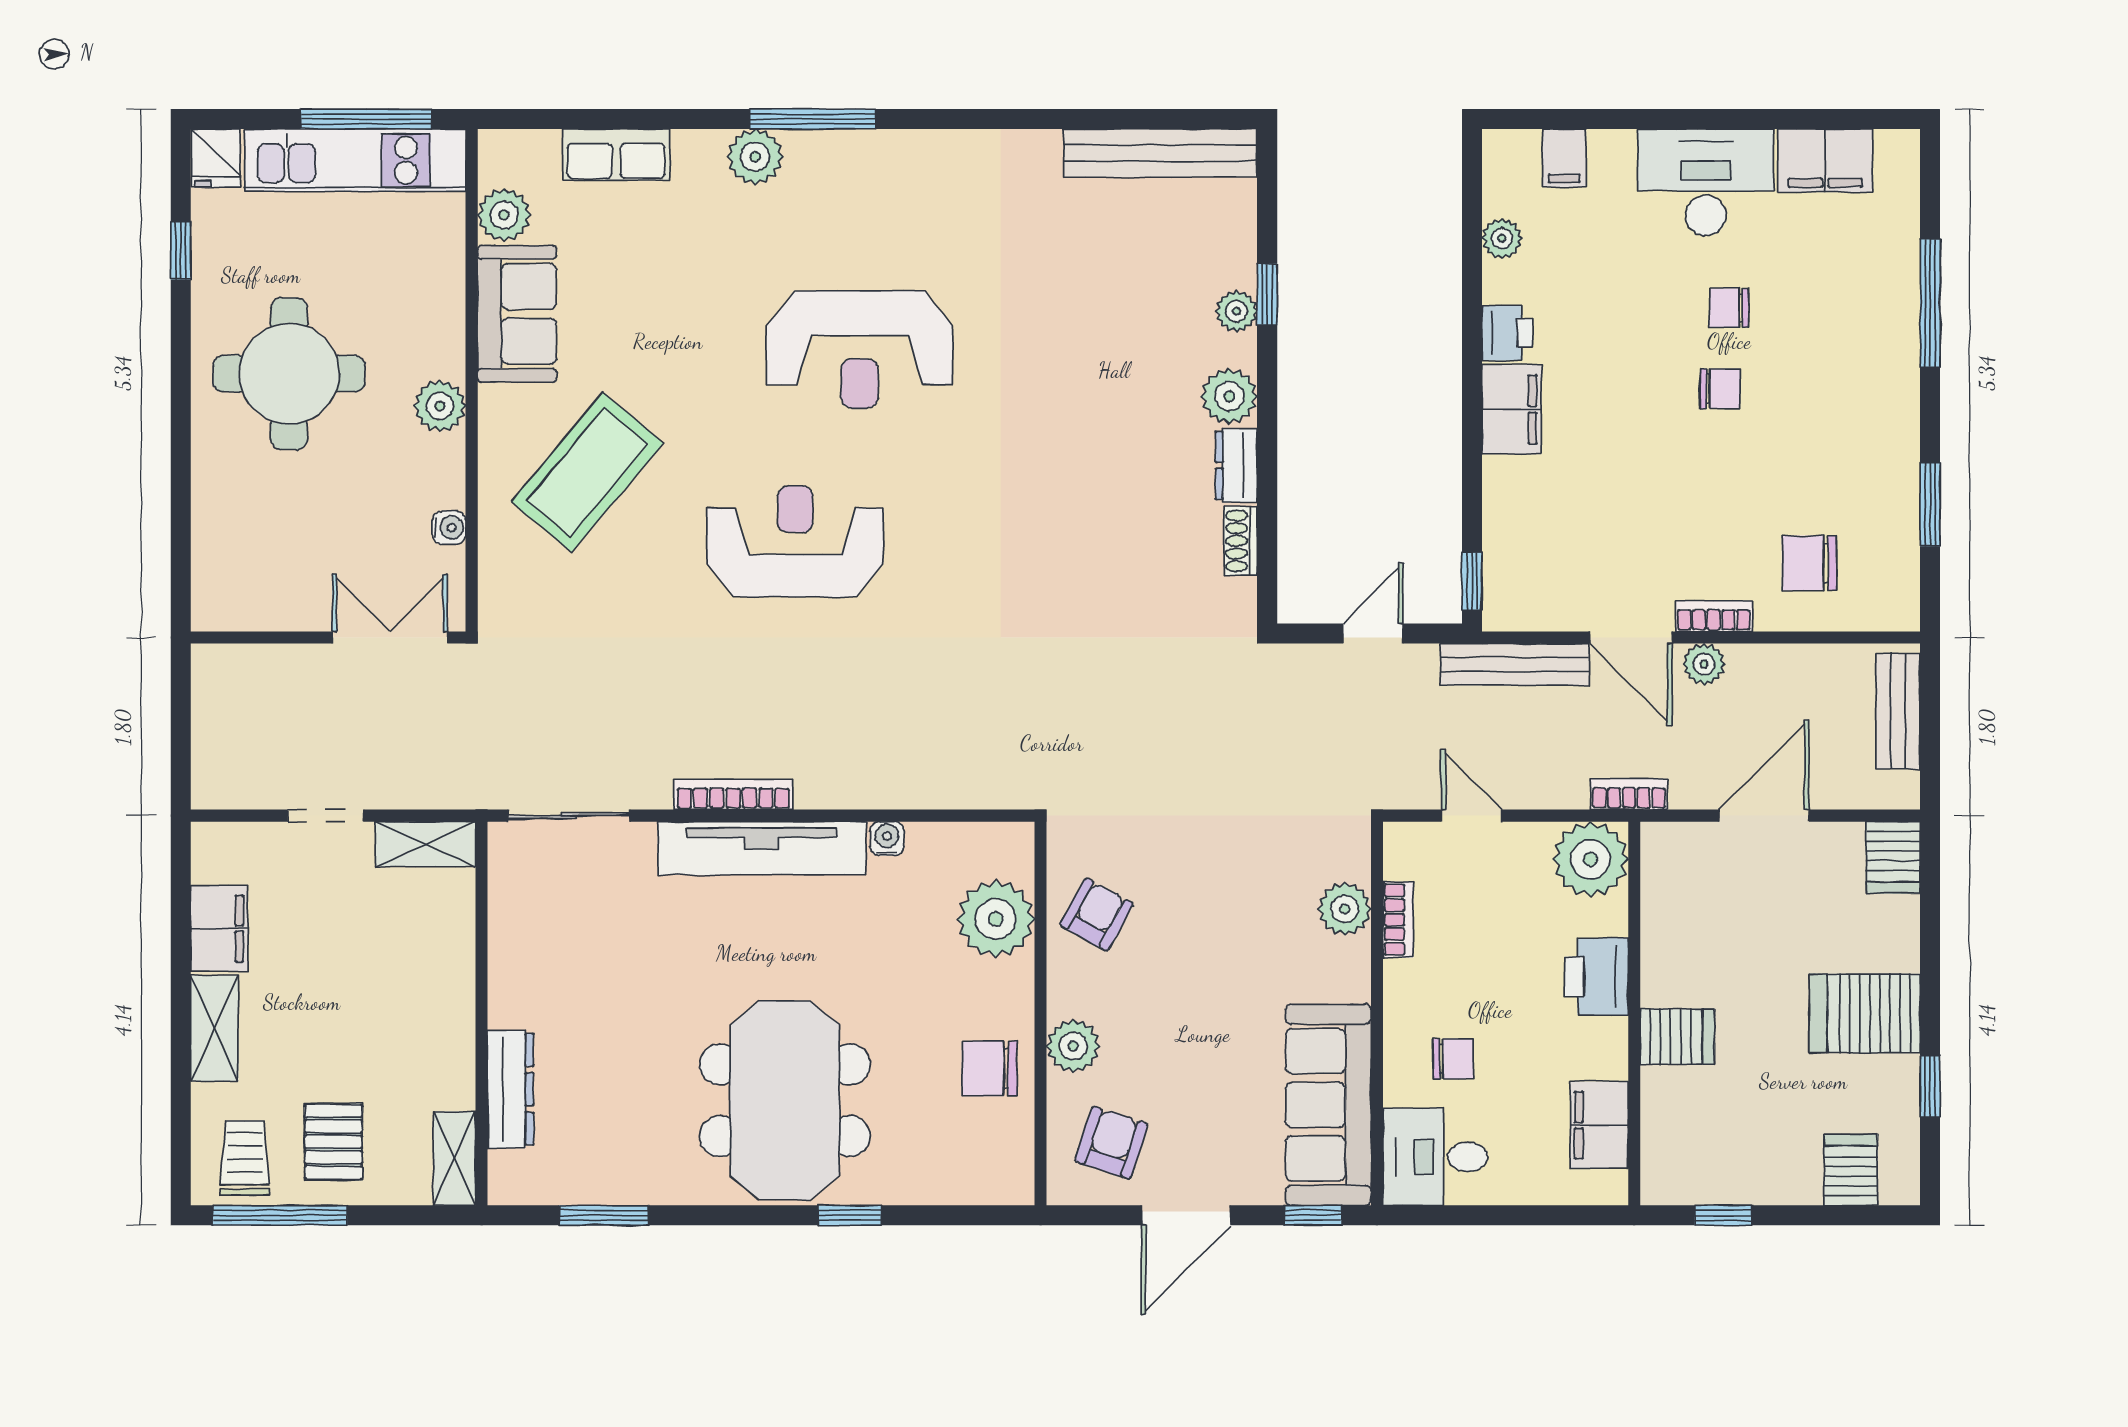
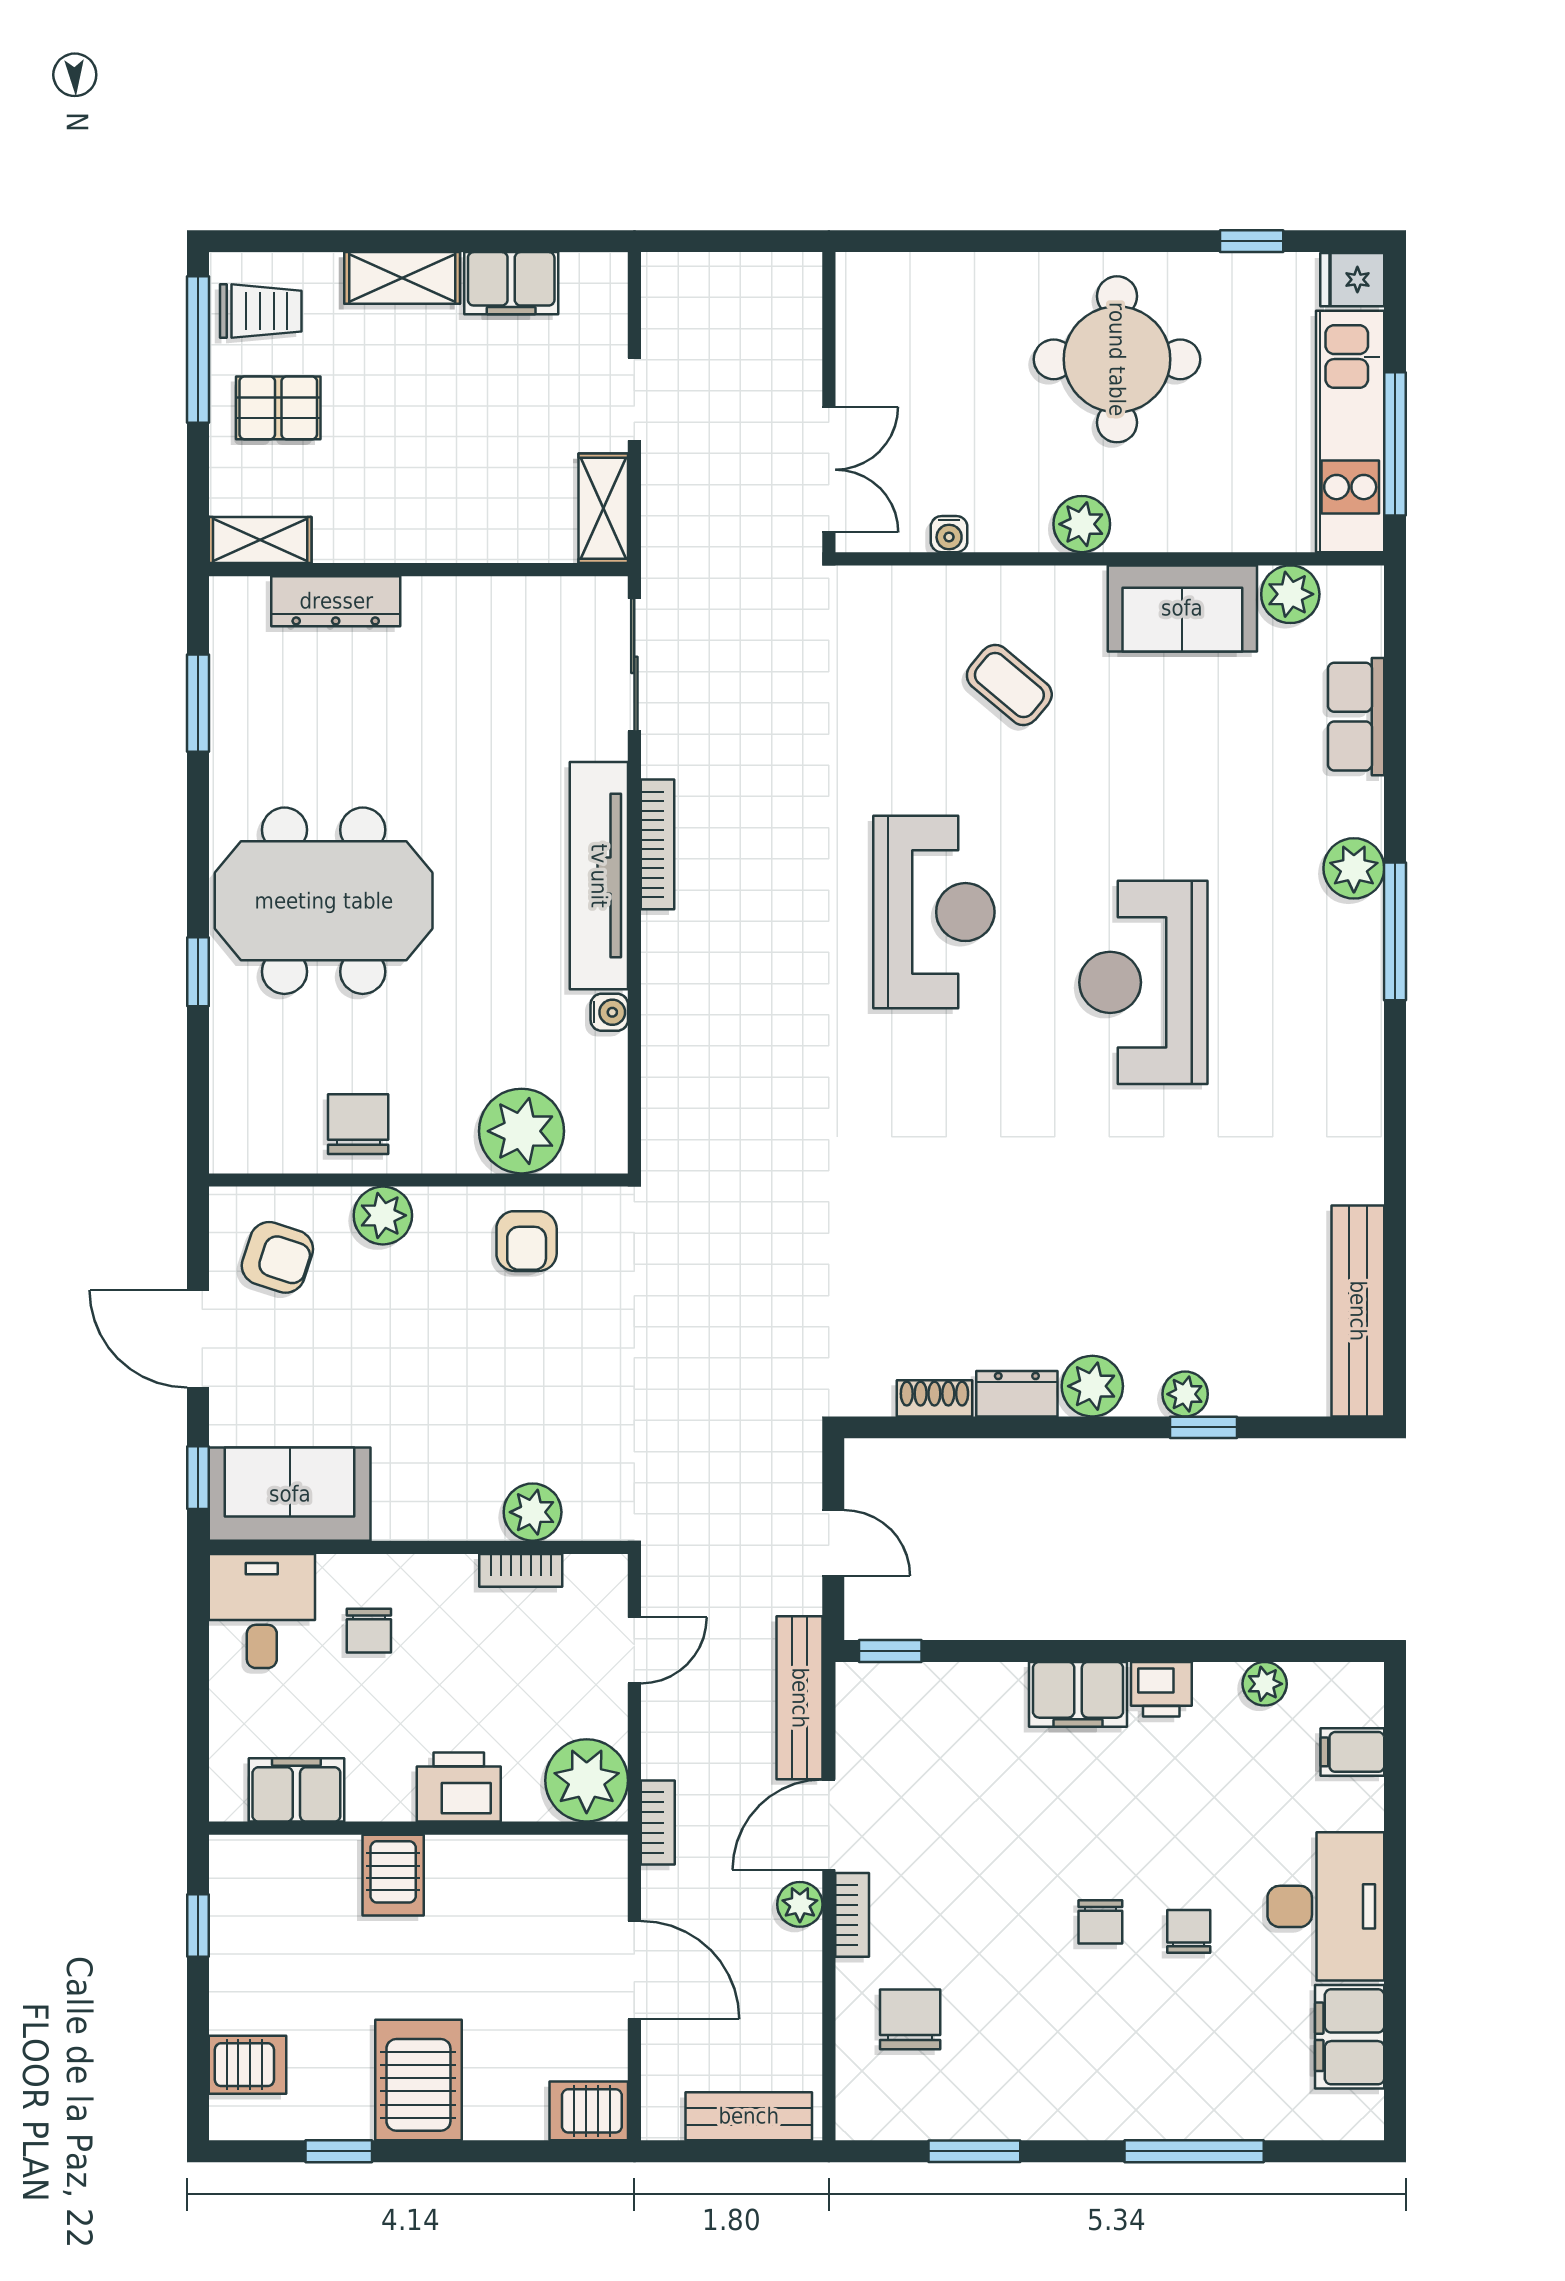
coffee table: (587, 472) -> (1009, 685), width x0.54, depth x0.58
armchair: (1096, 914) -> (527, 1241), turned 61
sofa: (1328, 1105) -> (290, 1494), width x0.73

